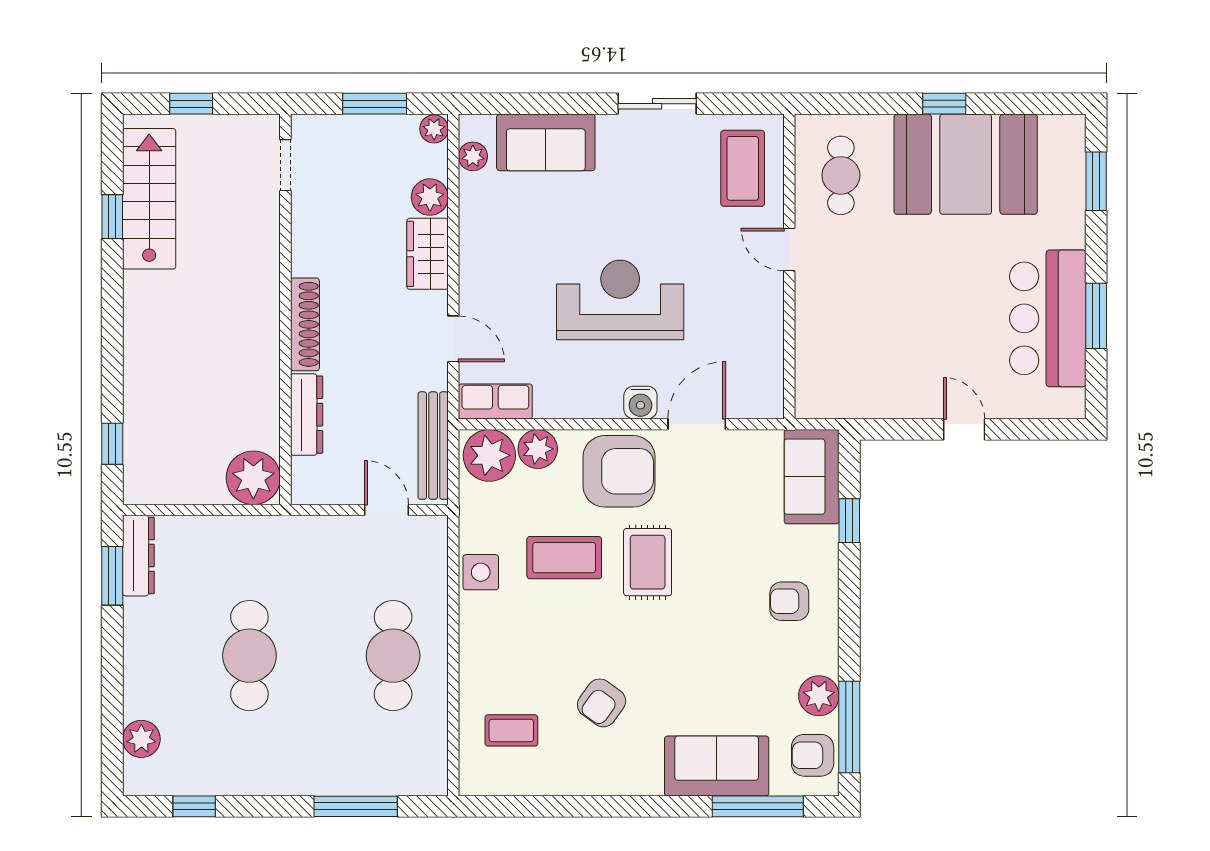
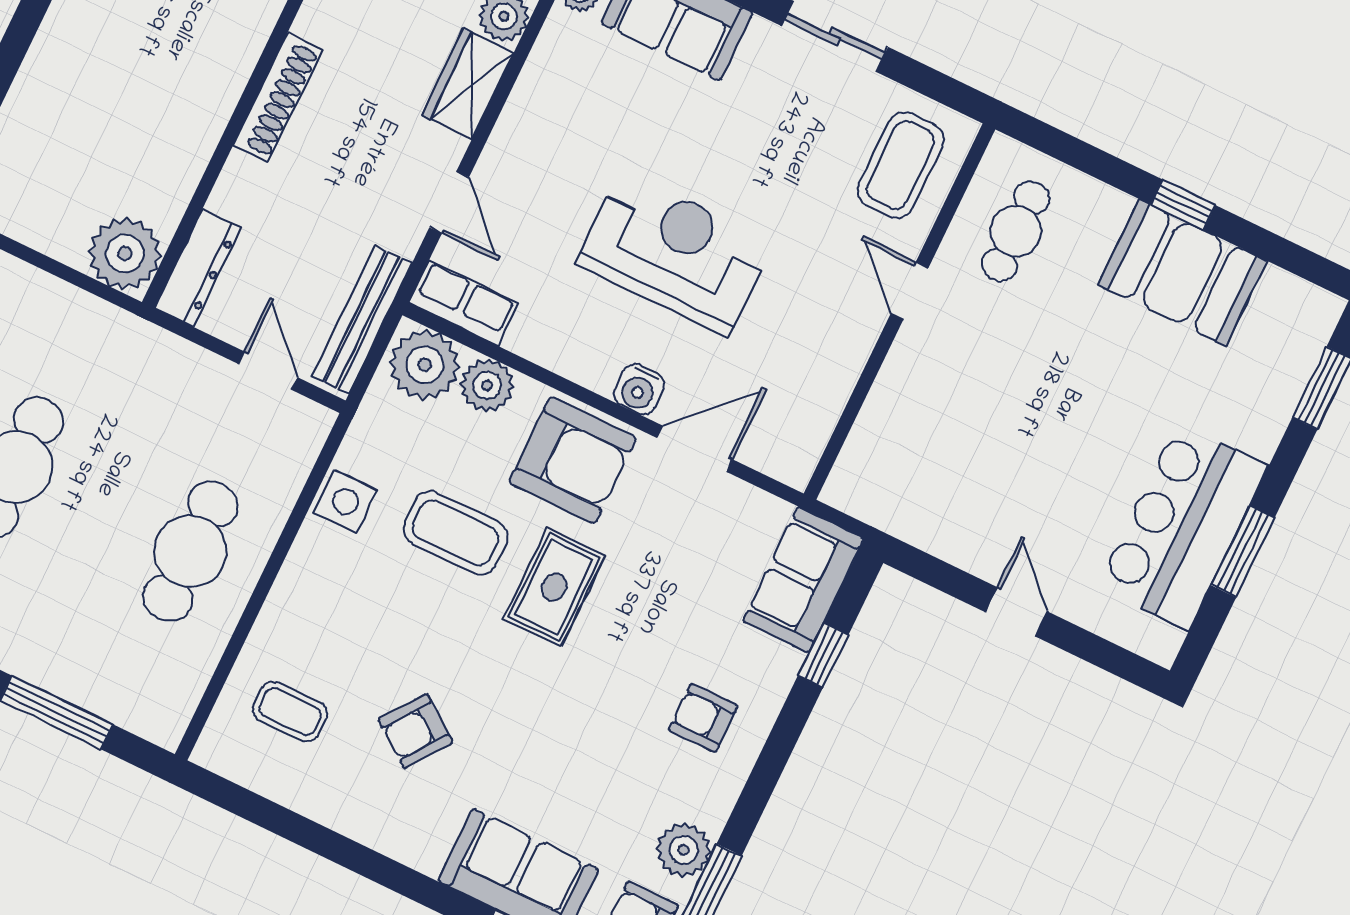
booth: (966, 164) -> (1182, 273), width x0.73, depth x0.70
dresser: (307, 415) -> (198, 268), moved

